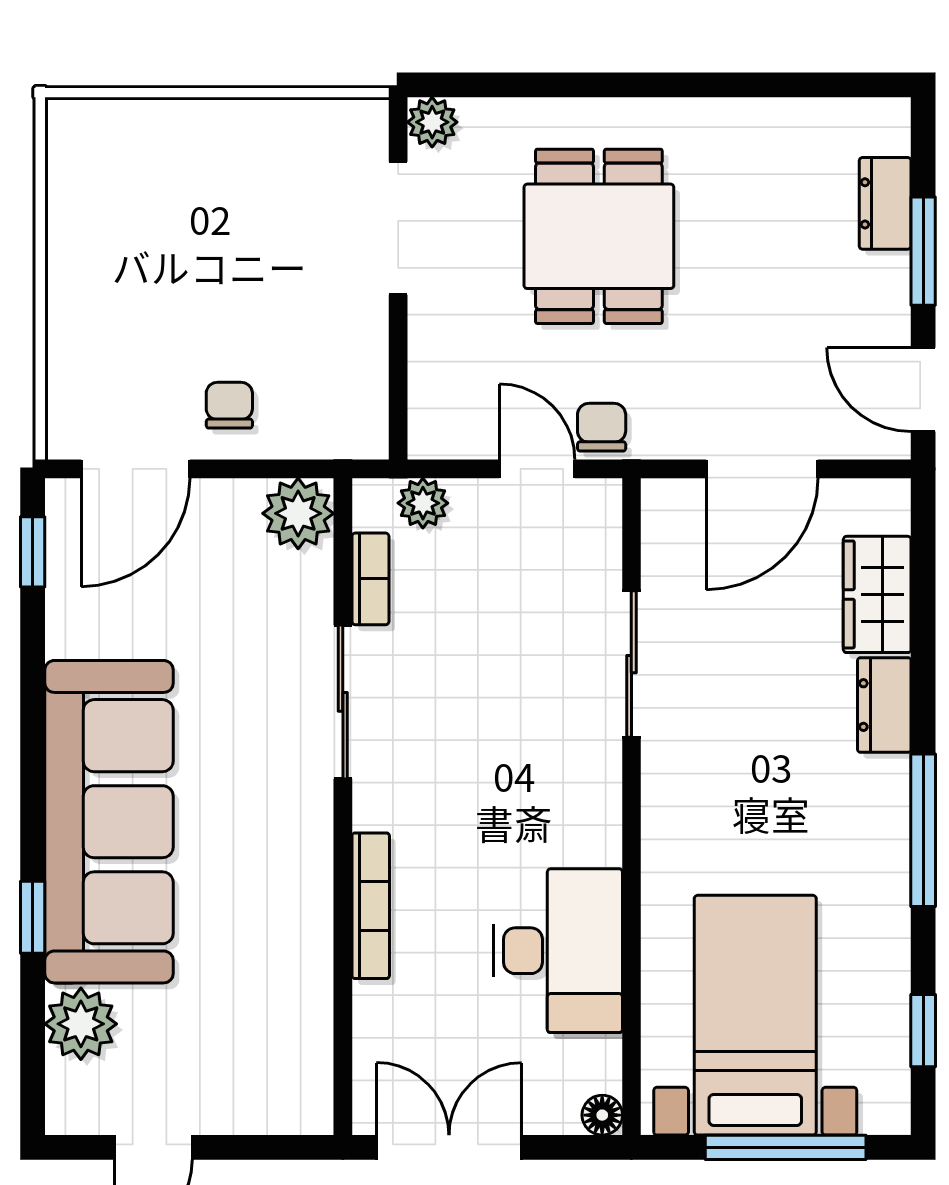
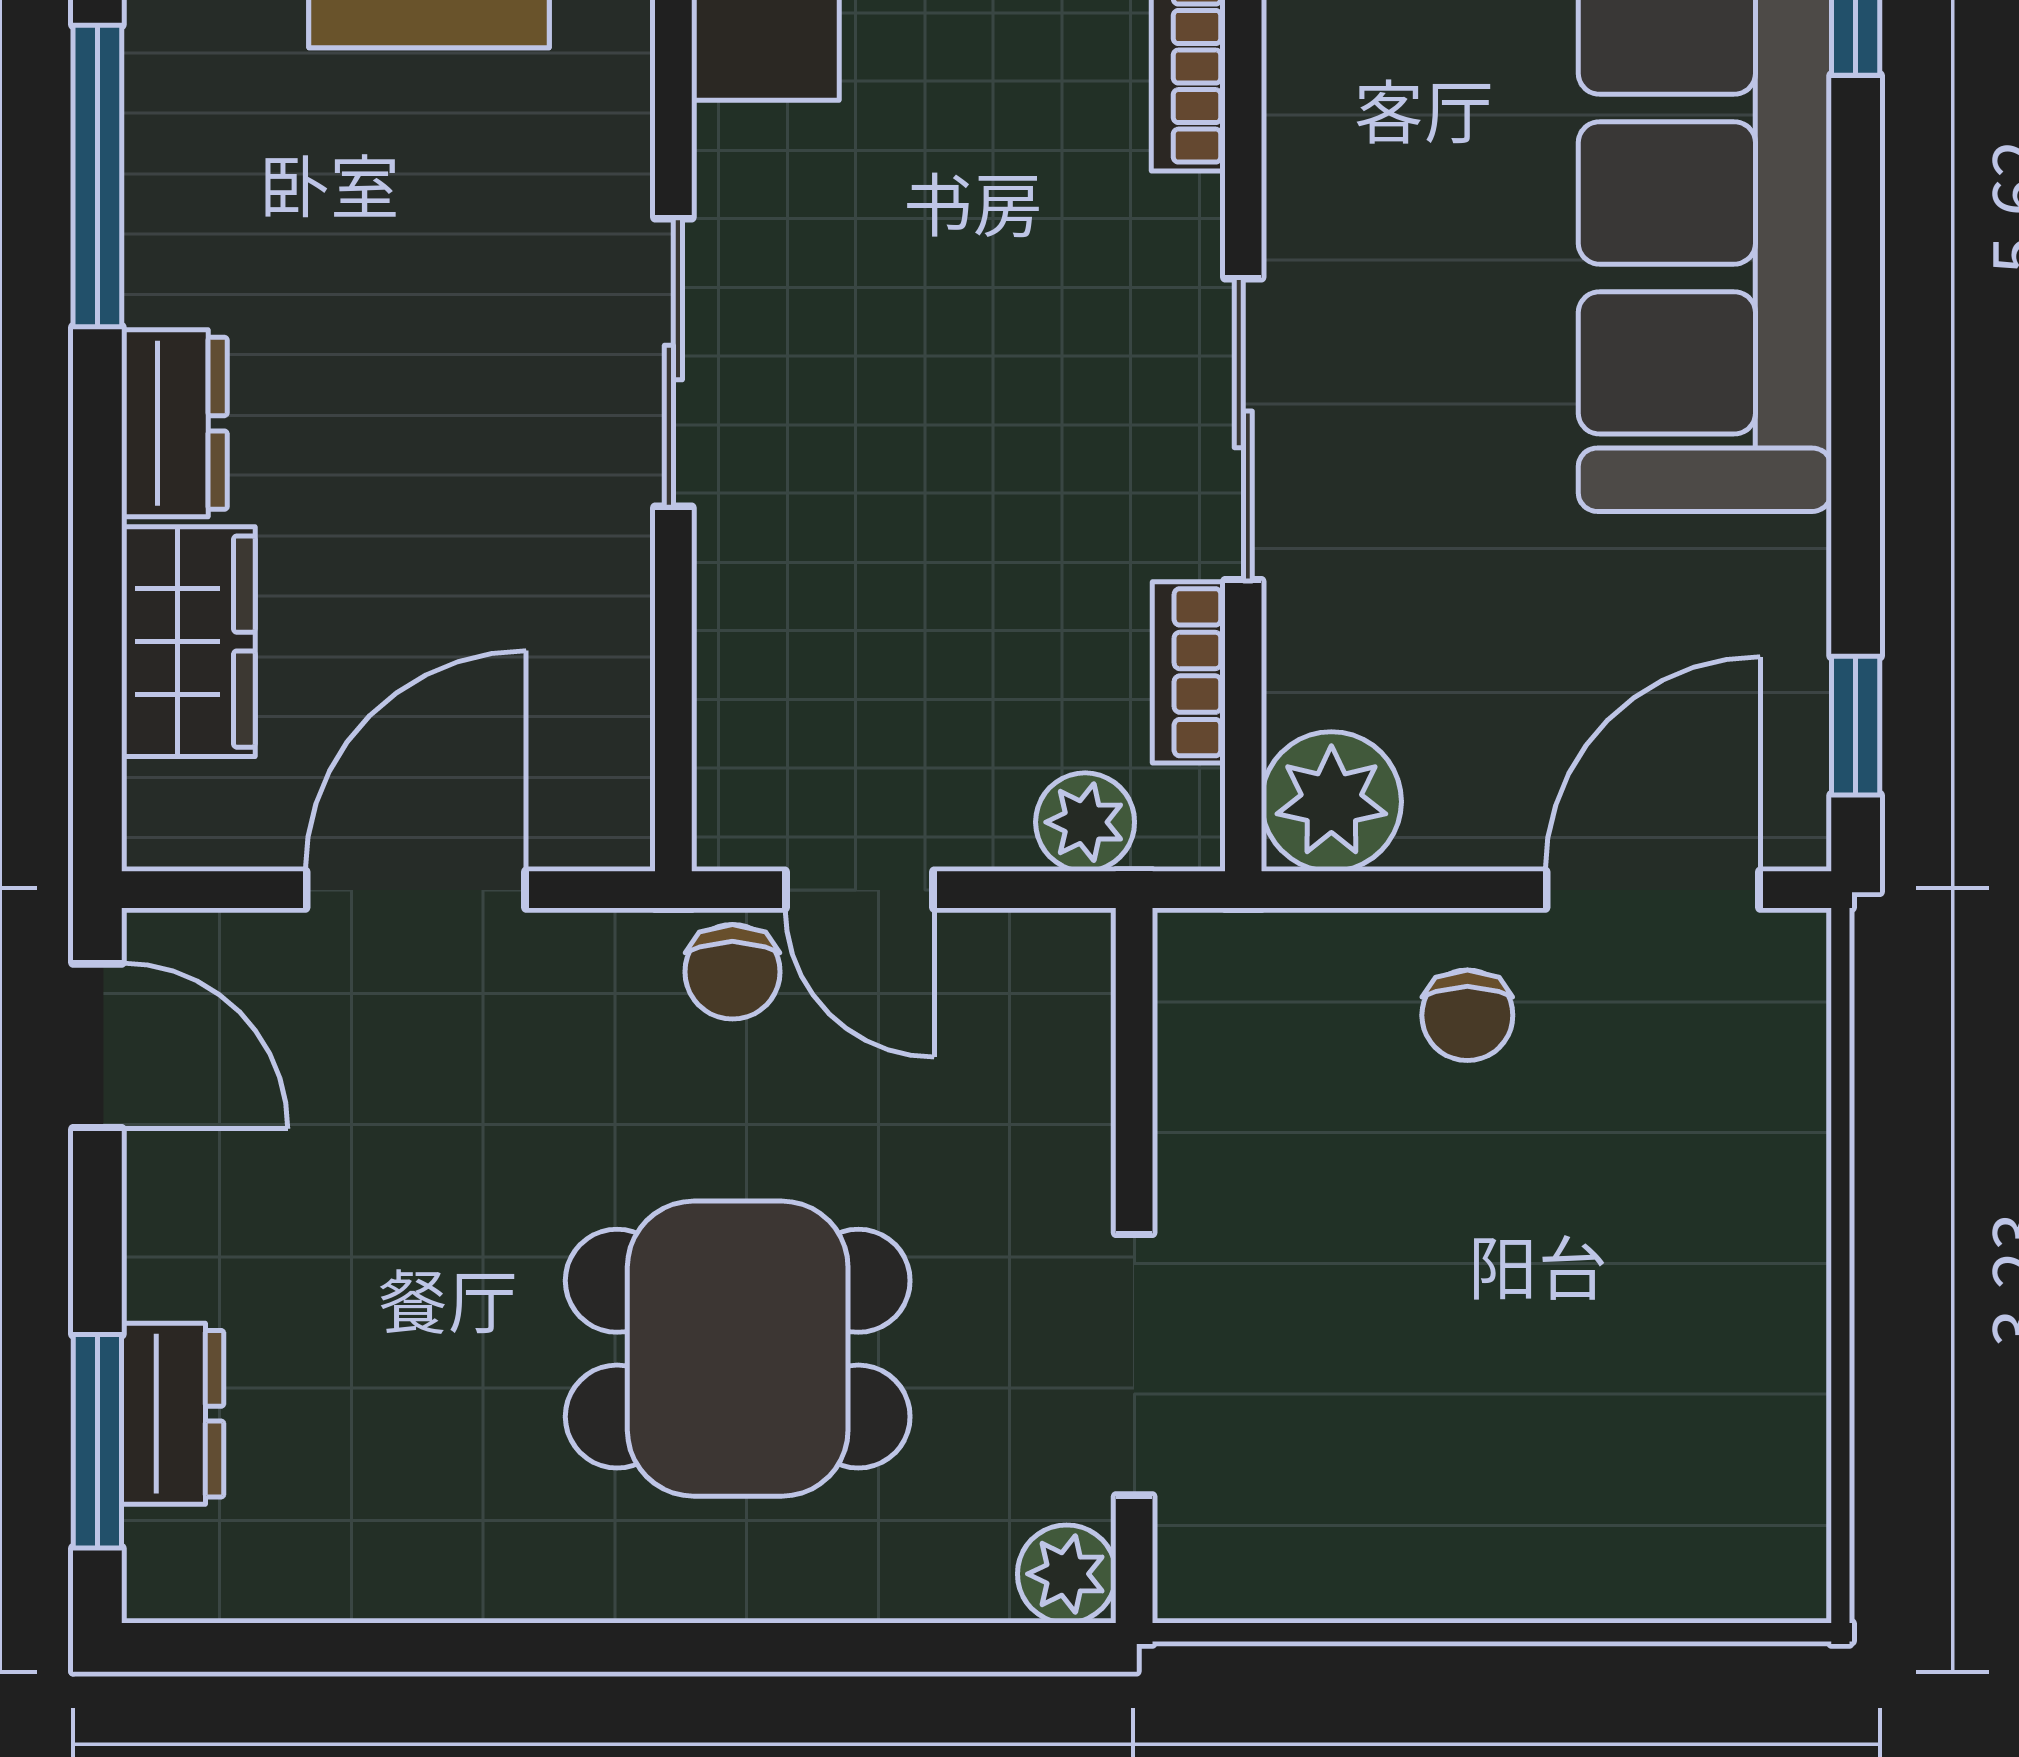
dining table: (599, 236) -> (738, 1349), turned 90
window: (923, 251) -> (97, 1441), moved
sliding door: (631, 664) -> (673, 363), moved

